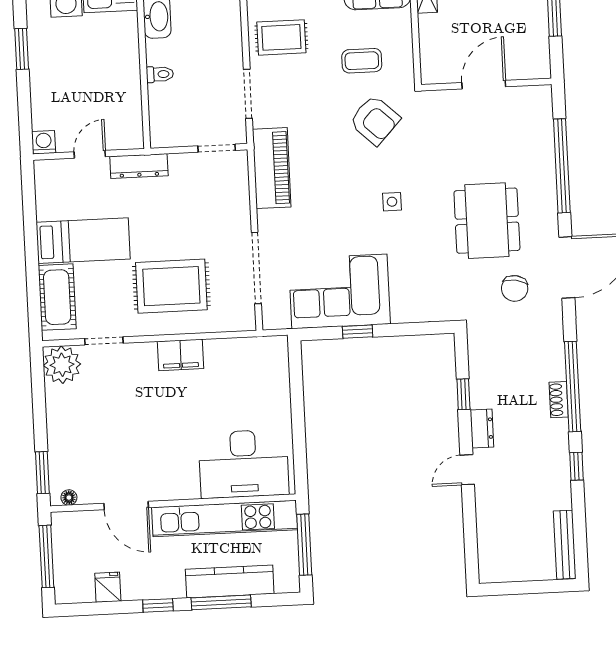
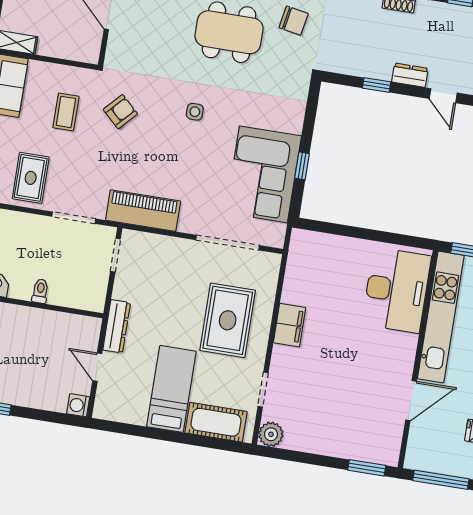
armchair: (375, 120) -> (120, 112), width x0.72, depth x0.72
plant: (62, 365) -> (271, 434), width x0.73, depth x0.73
floor lamp: (69, 498) -> (393, 449), removed

